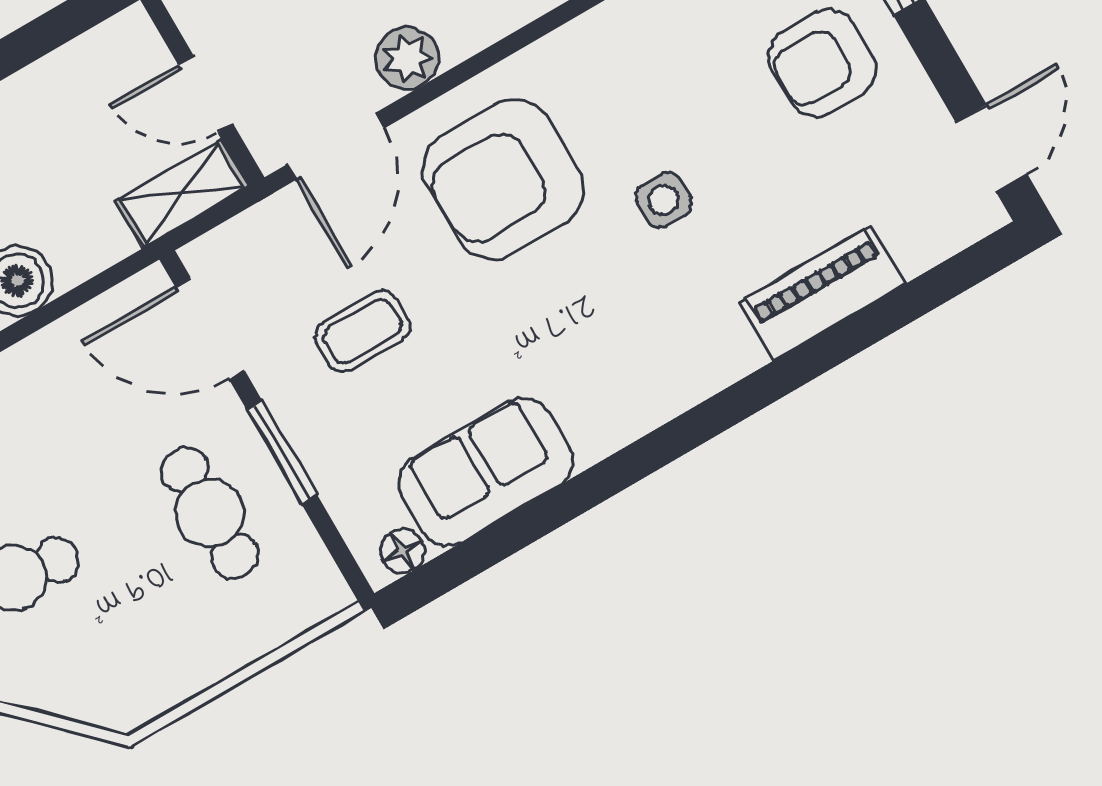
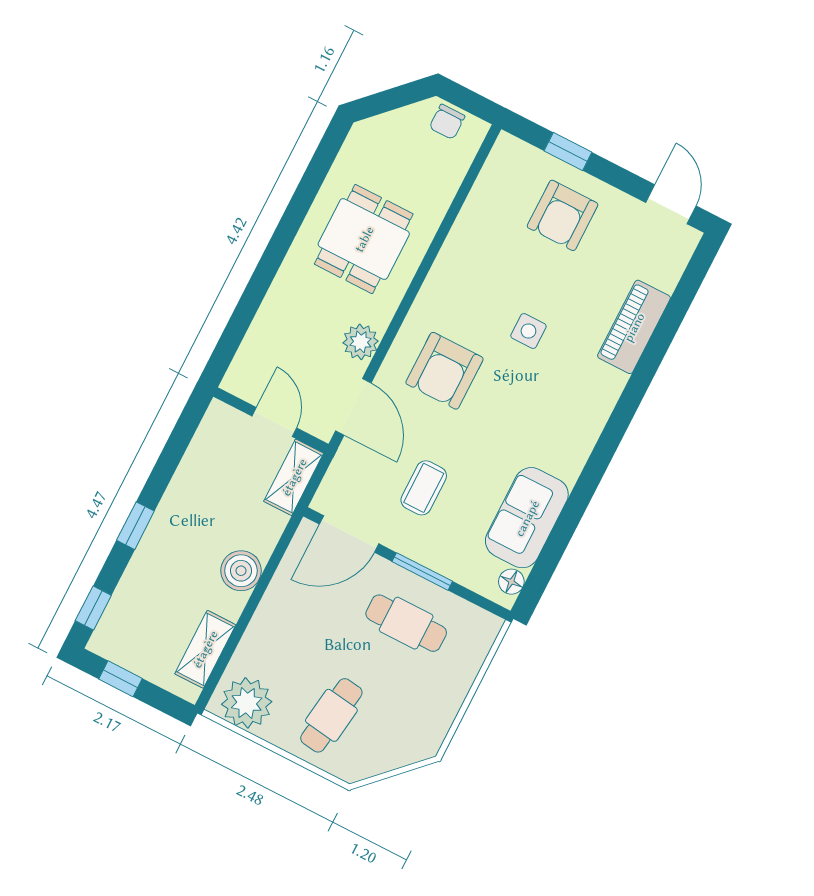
door: (206, 94) -> (274, 422), swing flipped
armchair: (503, 179) -> (445, 371), width x0.73, depth x0.73

